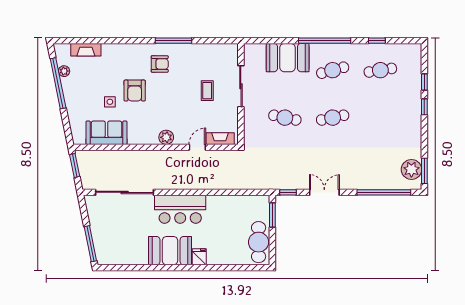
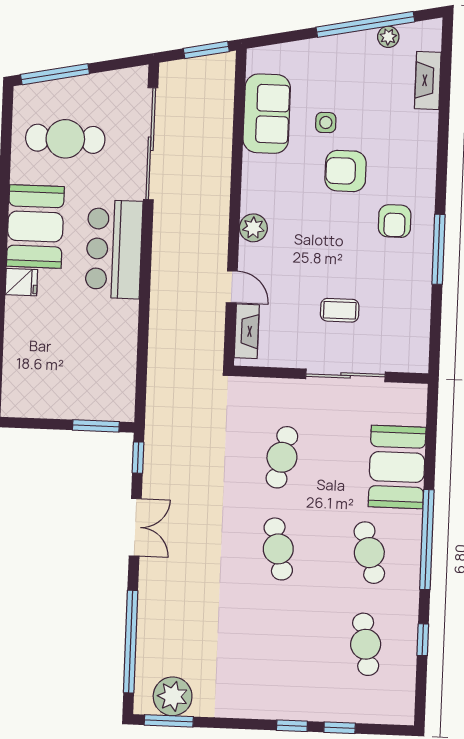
cafe table: (259, 242) -> (65, 139), moved

